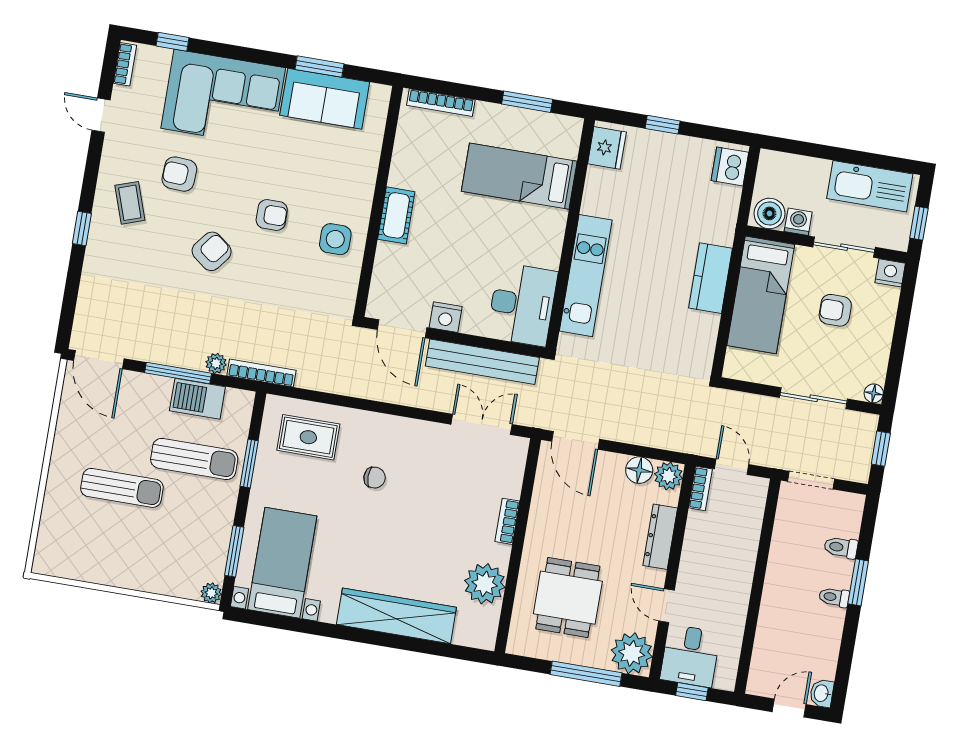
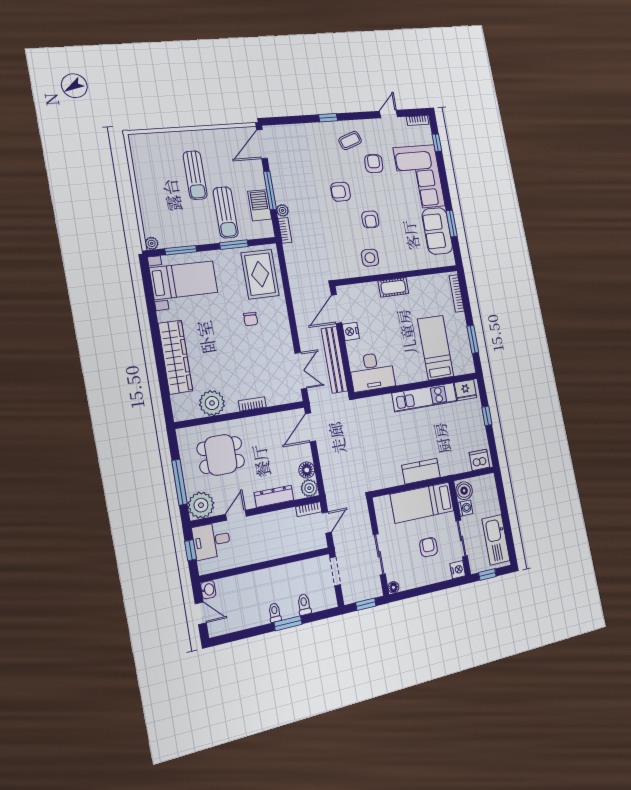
armchair: (212, 251) -> (341, 192), turned 142
kitchen unit: (586, 276) -> (424, 397), moved
bookcase: (261, 373) -> (285, 230), width x0.64
rug: (308, 437) -> (260, 274), width x1.36, depth x1.43
washbasin: (822, 693) -> (208, 590), moved, turned 90

